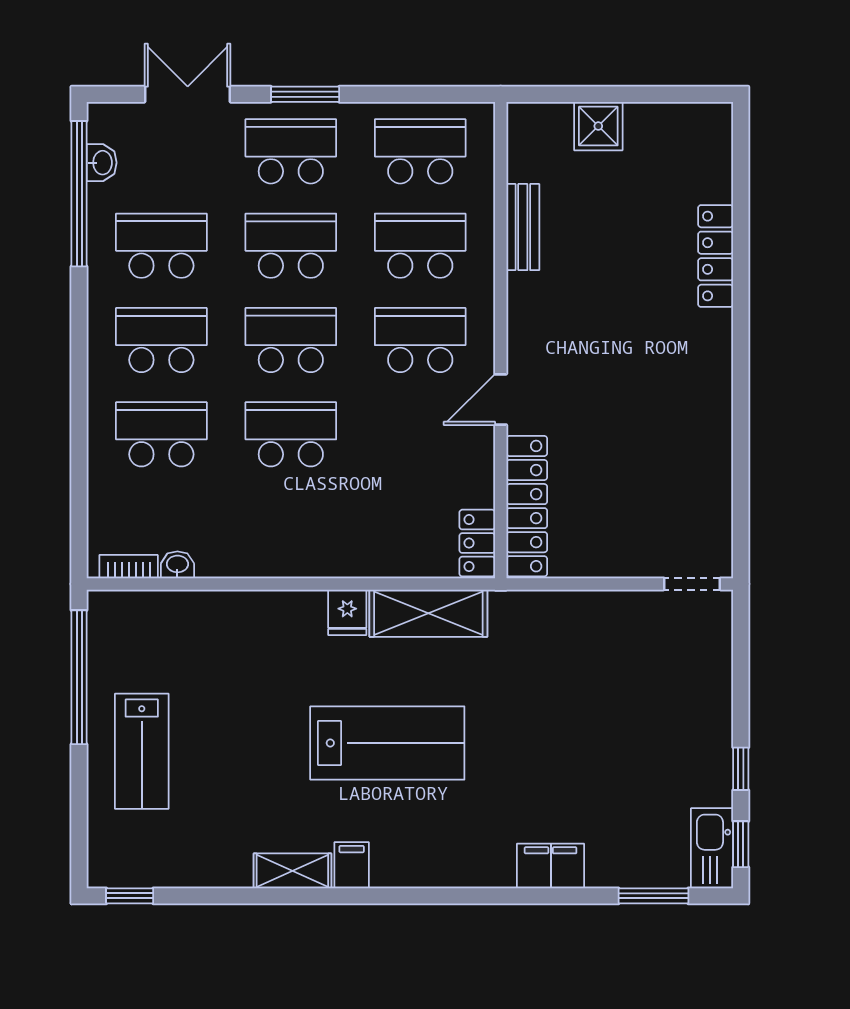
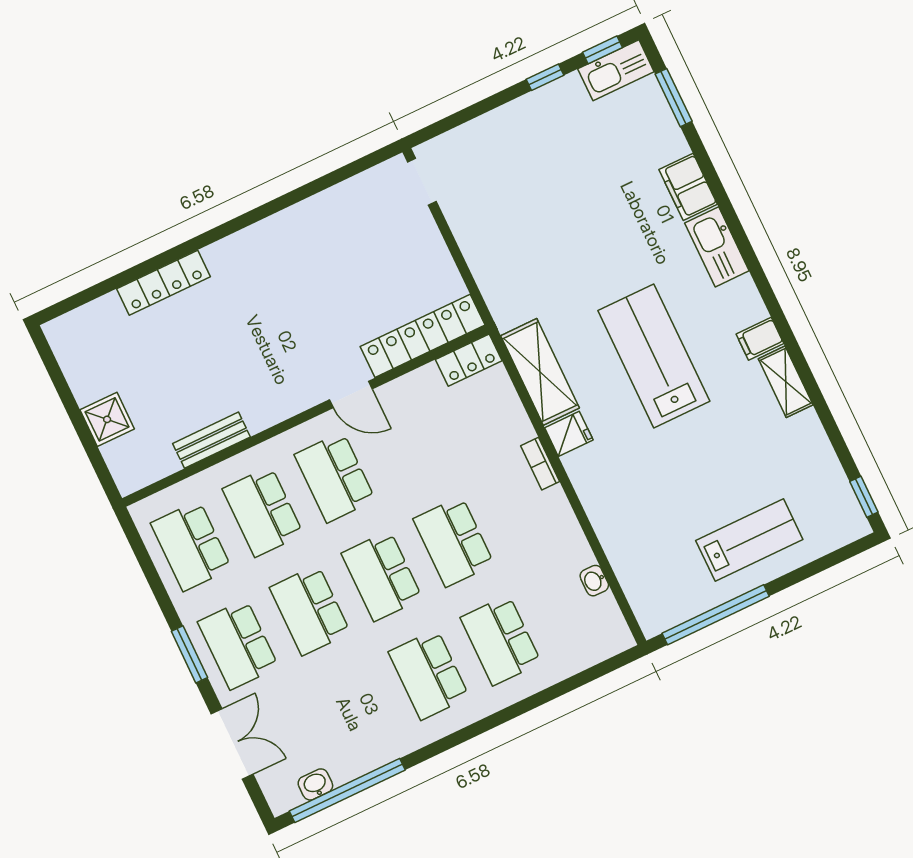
double door: (188, 94) -> (232, 744), swing flipped
school desk: (161, 246) -> (357, 709), removed
bookcase: (129, 567) -> (540, 464), moved
kitchen sink: (472, 866) -> (717, 247), added

